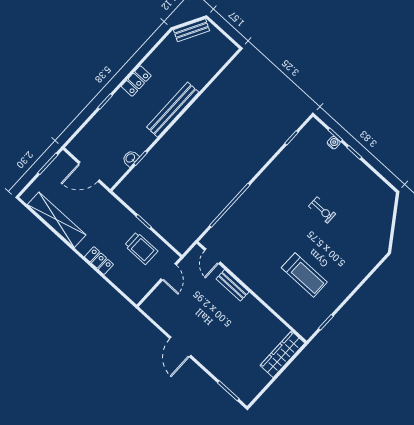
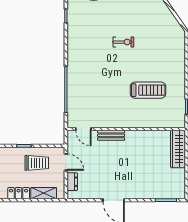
shelving: (122, 282) -> (44, 193), added
dresser: (158, 295) -> (72, 182), added

